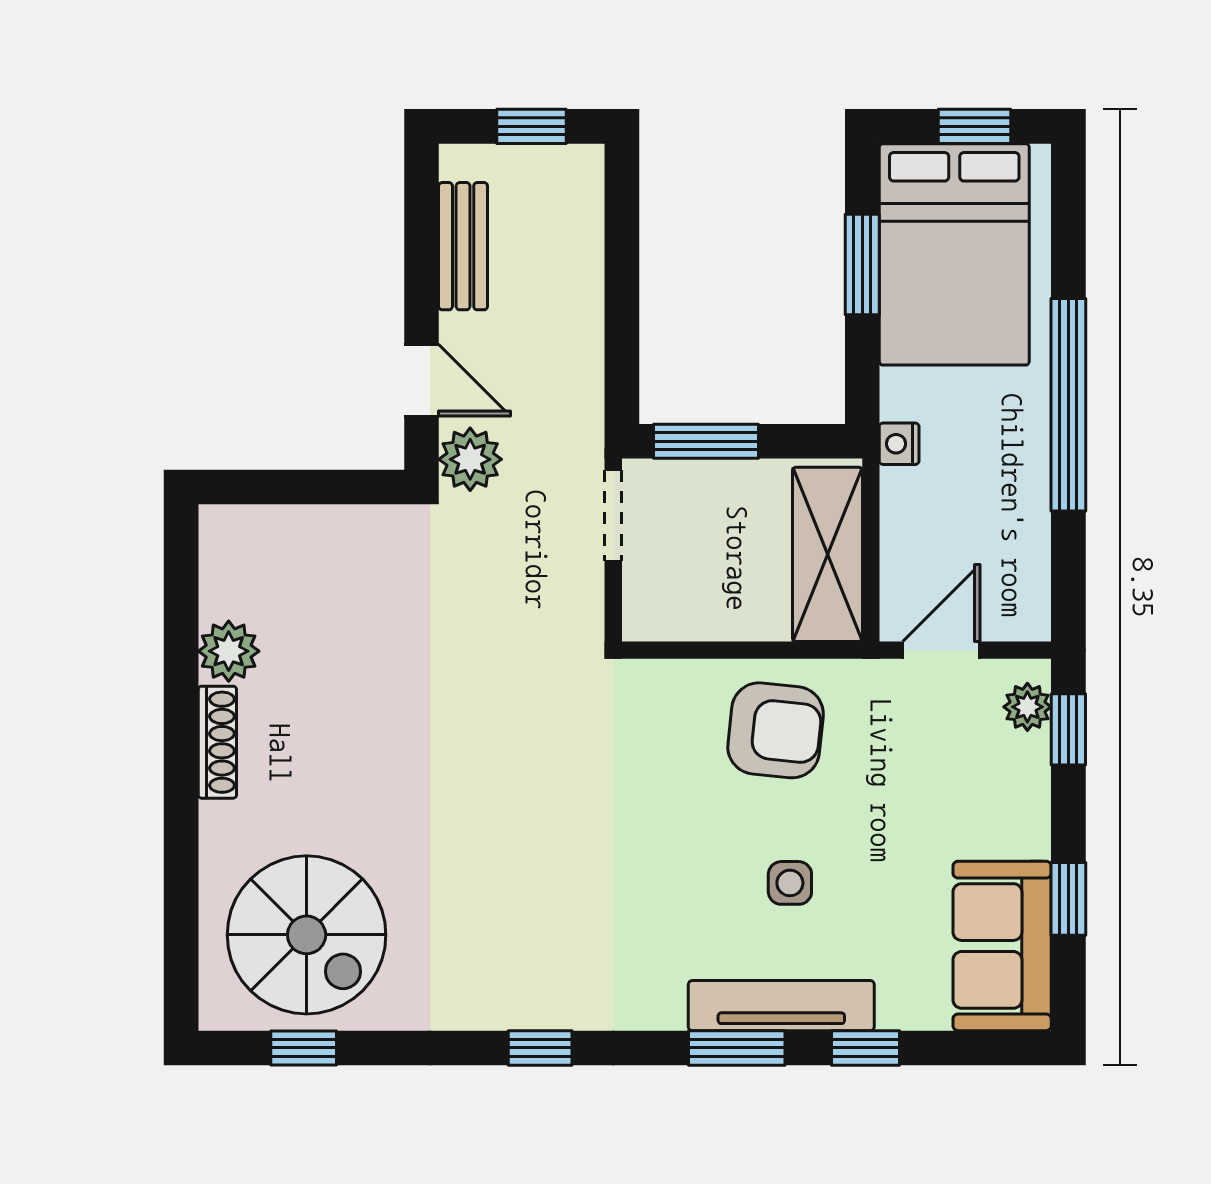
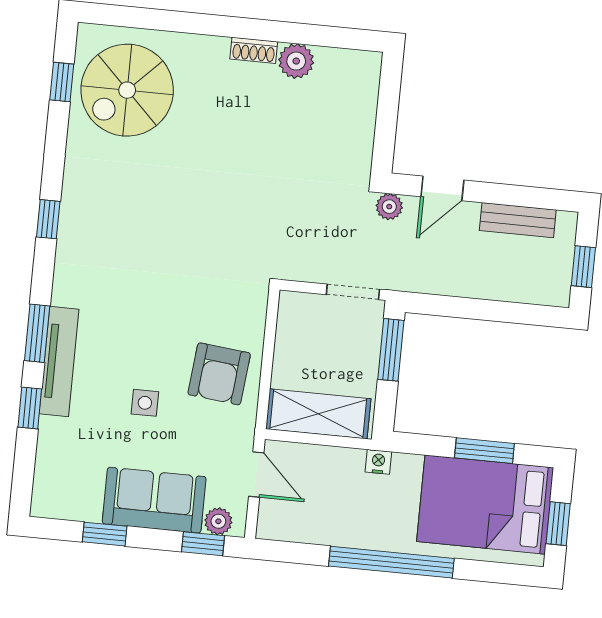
plant: (470, 459) -> (389, 207), width x0.73, depth x0.73
shoe rack: (217, 742) -> (254, 50), width x0.70
side table: (790, 883) -> (145, 403), moved
sofa: (1002, 946) -> (154, 500), moved

